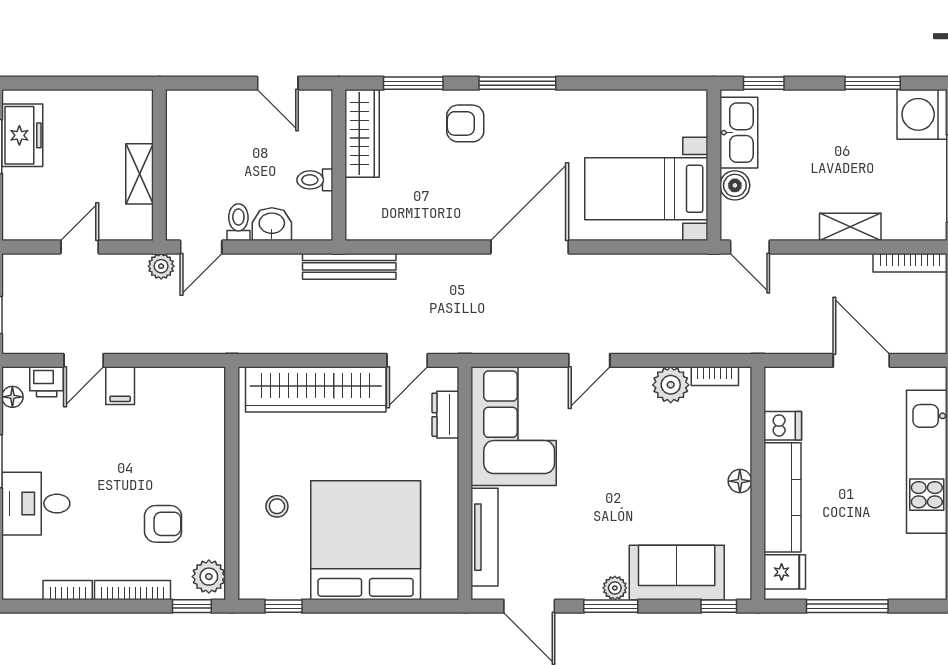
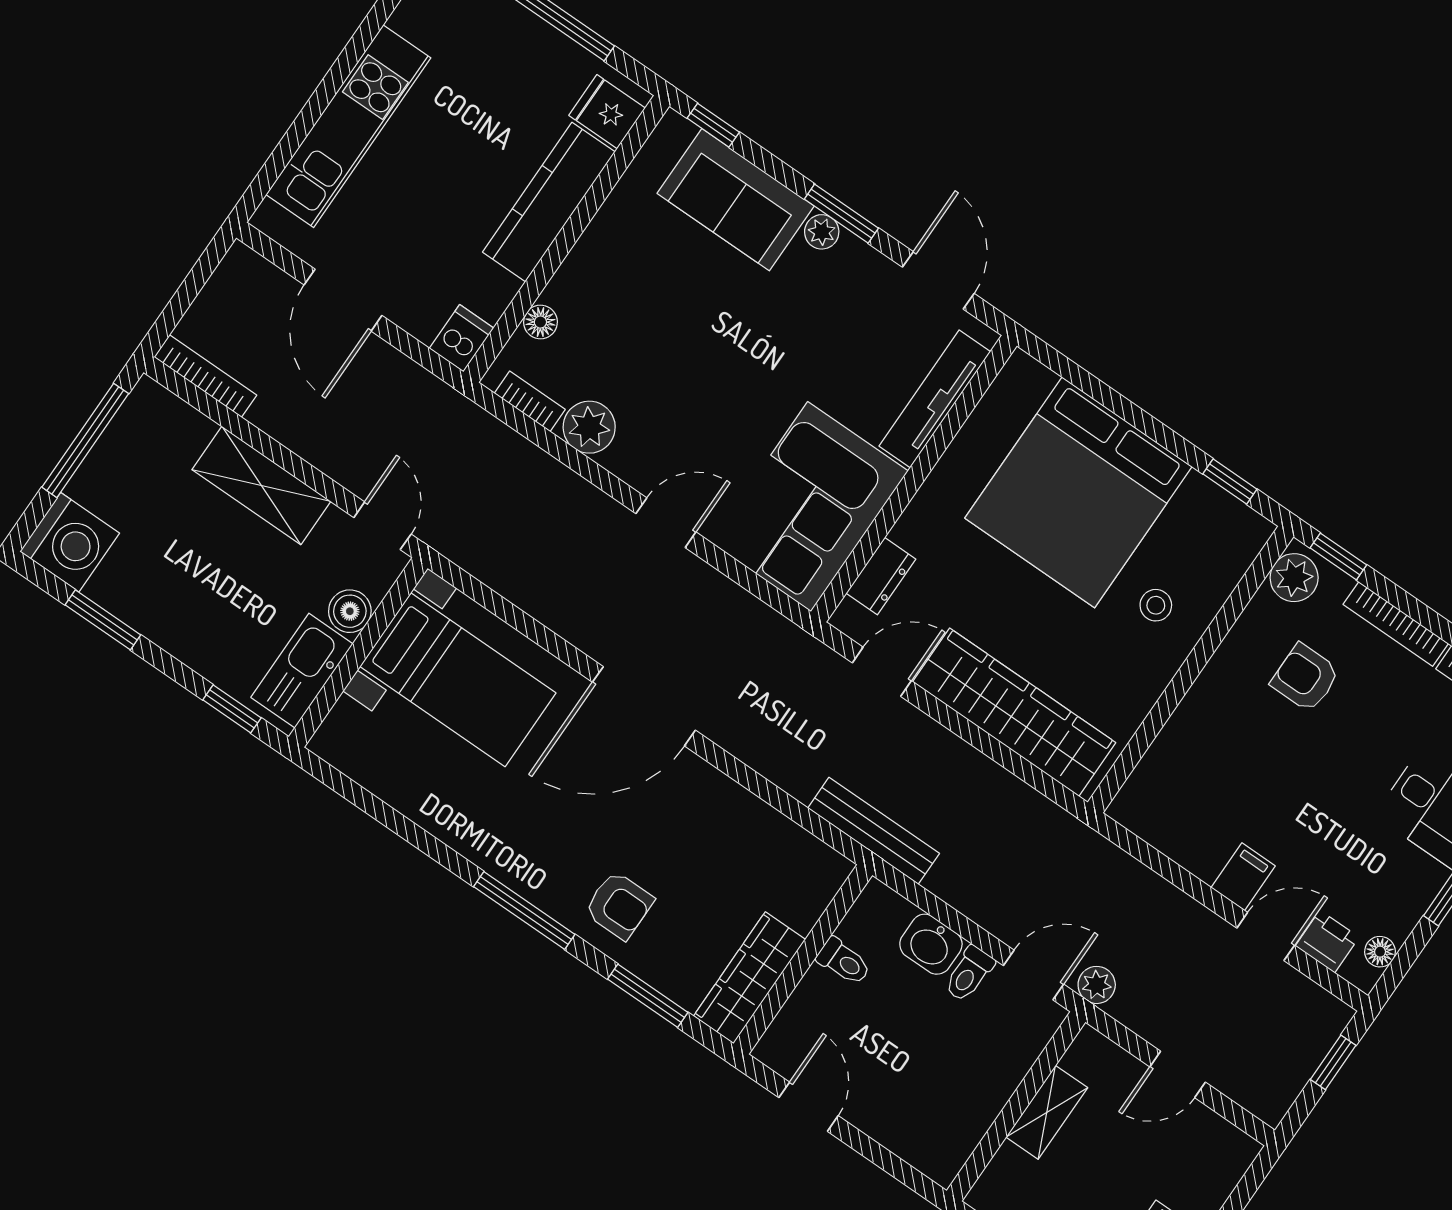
shelving: (850, 227) -> (261, 486), width x1.50, depth x1.33
dishwasher: (783, 426) -> (462, 338), moved, turned 90
floor lamp: (740, 481) -> (540, 322), moved

